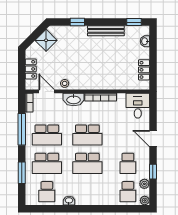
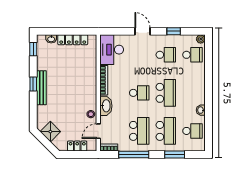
window: (77, 22) -> (33, 84), moved
bench: (106, 31) -> (41, 88), moved
locker: (144, 70) -> (73, 40), width x1.53
desk: (138, 106) -> (112, 50), width x1.37
school desk: (87, 135) -> (139, 93), width x0.54
door: (153, 138) -> (142, 31), swing flipped
plant: (144, 184) -> (185, 39), removed

